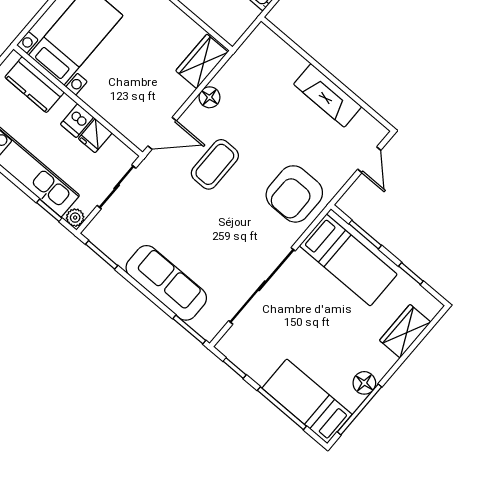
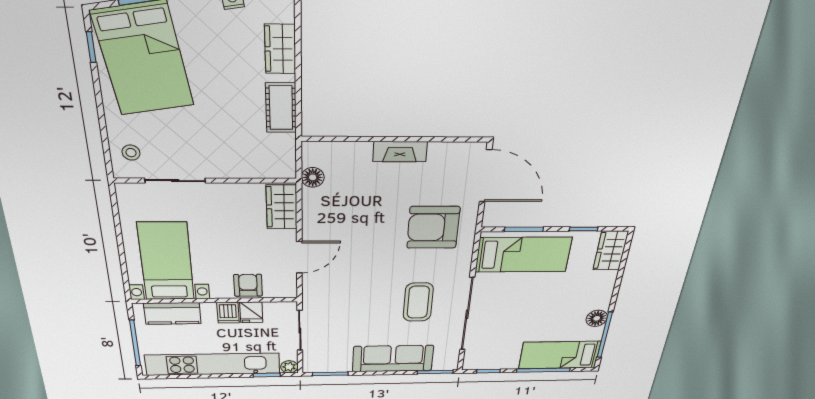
fireplace: (328, 95) -> (400, 152), width x0.73, depth x0.76
floor lamp: (210, 97) -> (313, 177), moved
armchair: (116, 108) -> (248, 285), added
door: (162, 133) -> (299, 257), moved
door: (369, 160) -> (486, 176), width x1.88
coffee table: (215, 164) -> (418, 302), moved
armchair: (294, 194) -> (433, 227), moved, turned 90
wardrobe: (405, 331) -> (611, 251), moved

